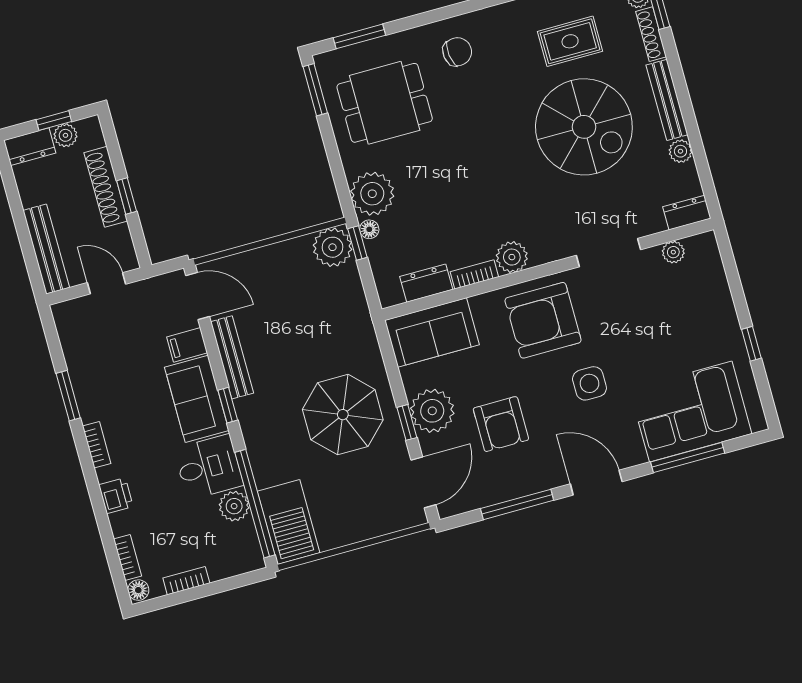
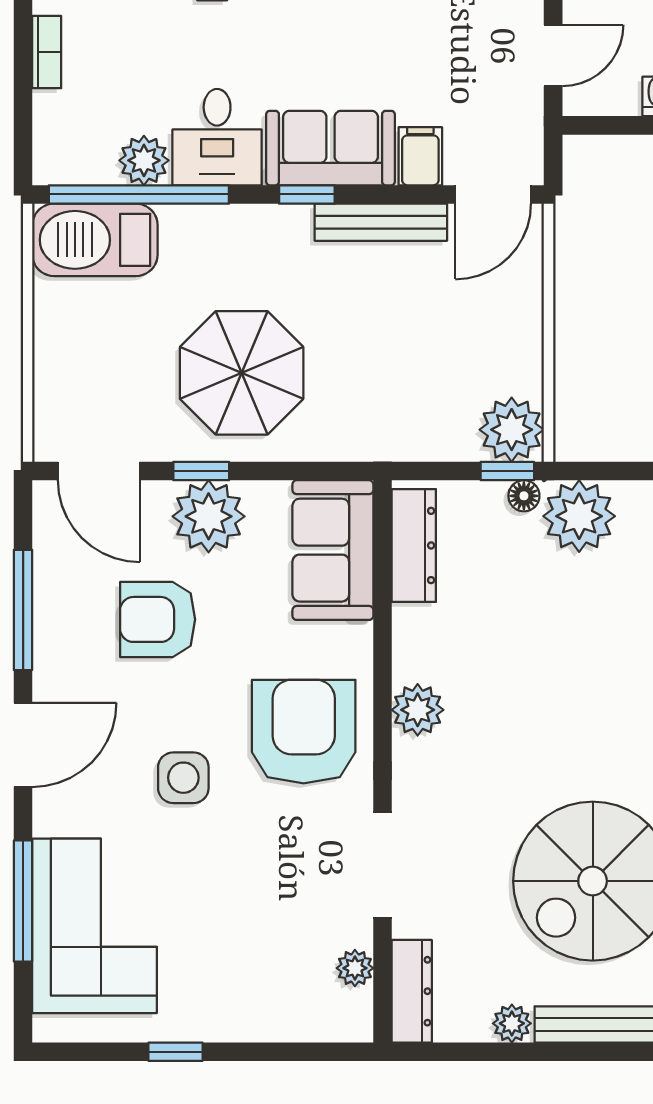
dresser: (687, 213) -> (412, 991), width x1.44
bookcase: (474, 274) -> (407, 643), removed
dresser: (426, 283) -> (414, 545), width x1.44

